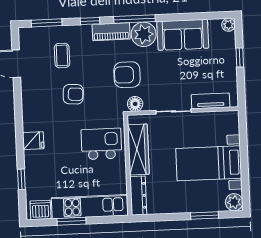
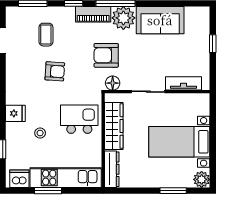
plant: (228, 25) -> (203, 13), removed
stool: (60, 160) -> (40, 133), added

